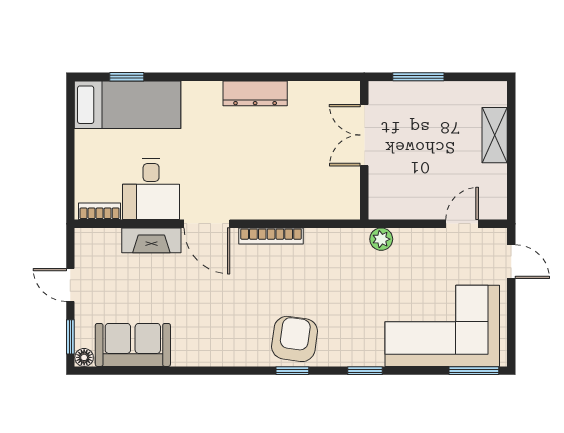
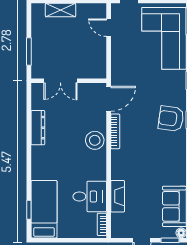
dresser: (255, 93) -> (38, 128), moved
stool: (255, 198) -> (95, 140), added
door: (207, 224) -> (109, 99), moved
plant: (381, 239) -> (117, 72), removed

